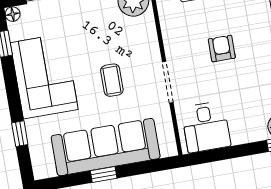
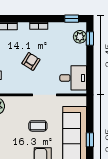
armchair: (222, 49) -> (31, 61), turned 122

